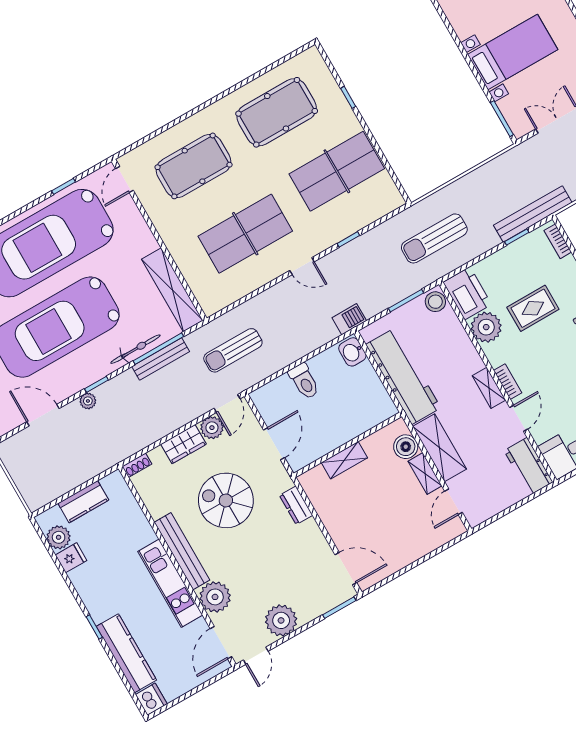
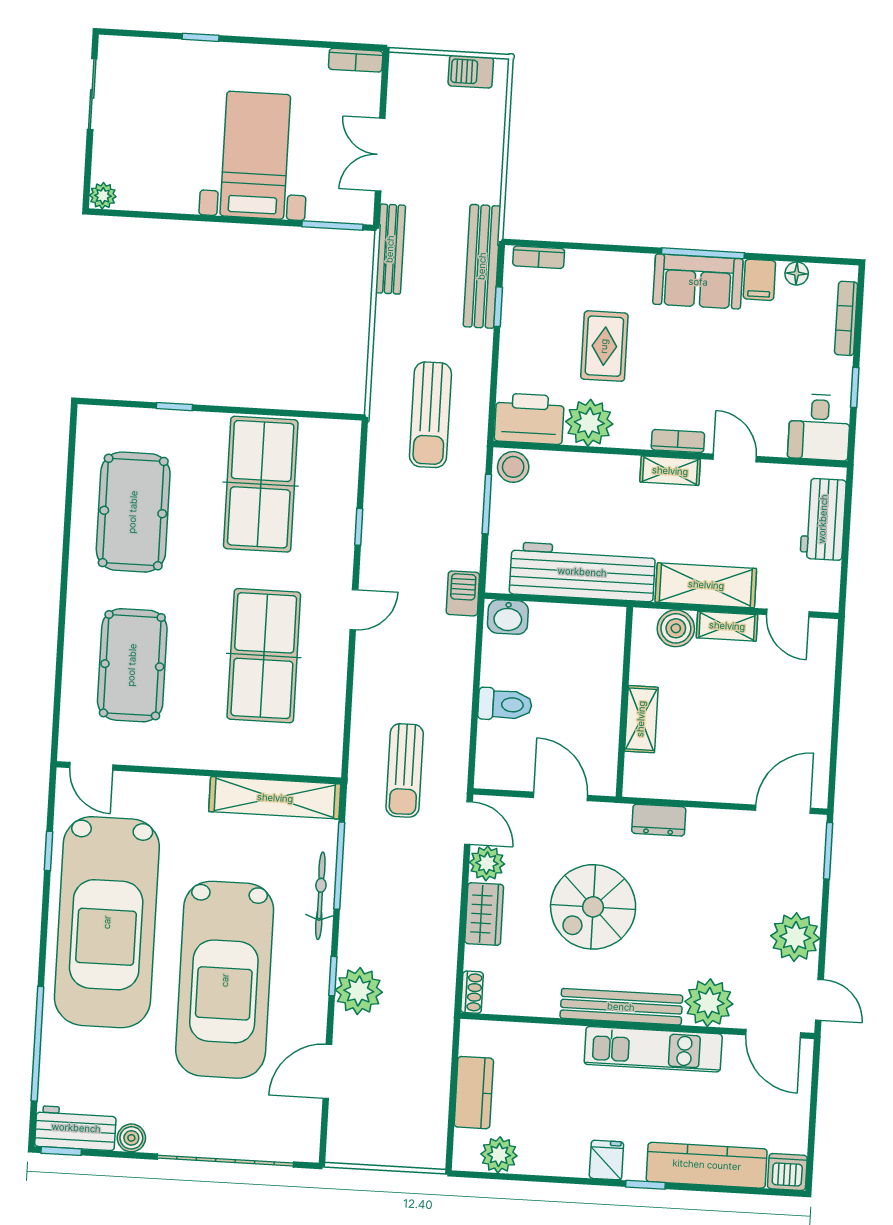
bench: (161, 359) -> (390, 249), moved
plant: (88, 401) -> (359, 991), width x1.88, depth x1.88
workbench: (528, 466) -> (823, 519), moved, turned 90
fridge: (71, 558) -> (606, 1160), moved

